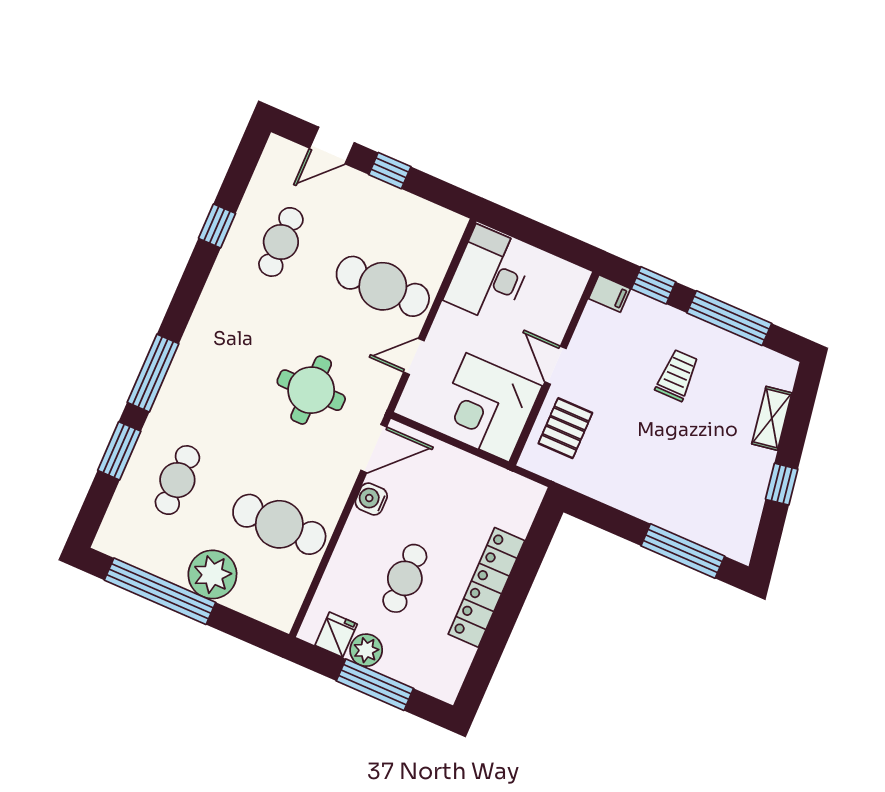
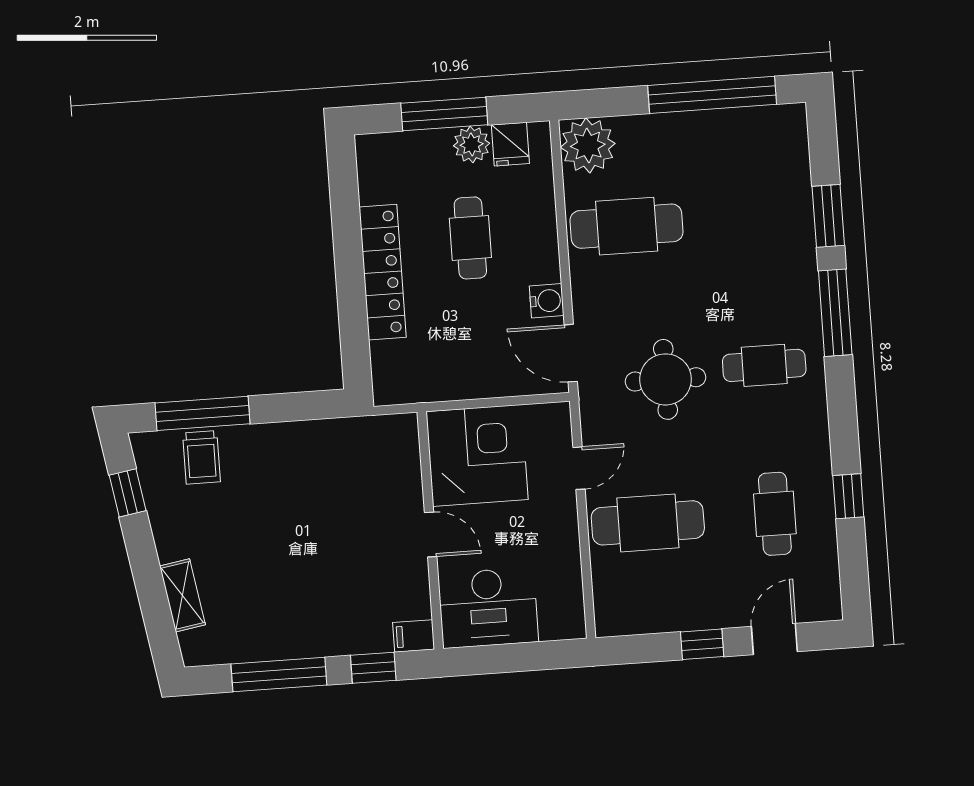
desk: (489, 275) -> (488, 608), moved, turned 90
trolley: (677, 375) -> (201, 457), moved
pallet: (565, 428) -> (387, 476), removed
door: (374, 449) -> (571, 353), hinge flipped
cafe table: (177, 480) -> (764, 365), moved, turned 90
window: (782, 484) -> (128, 493), moved
plant: (212, 574) -> (588, 145), moved

